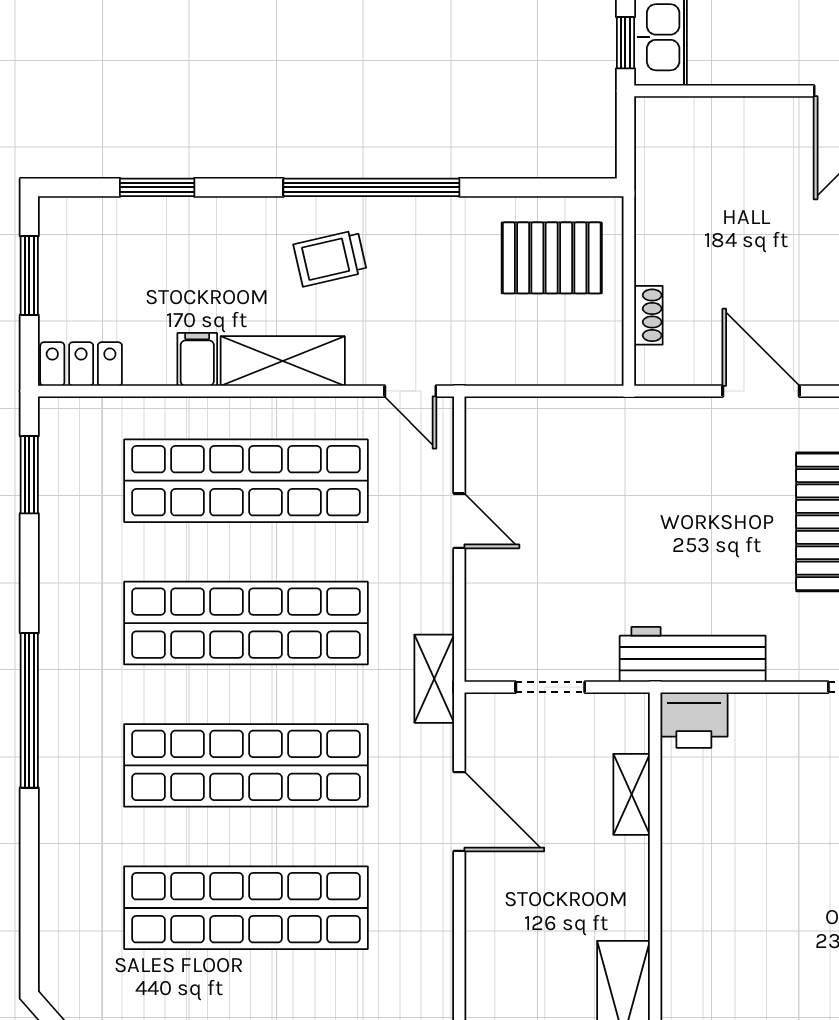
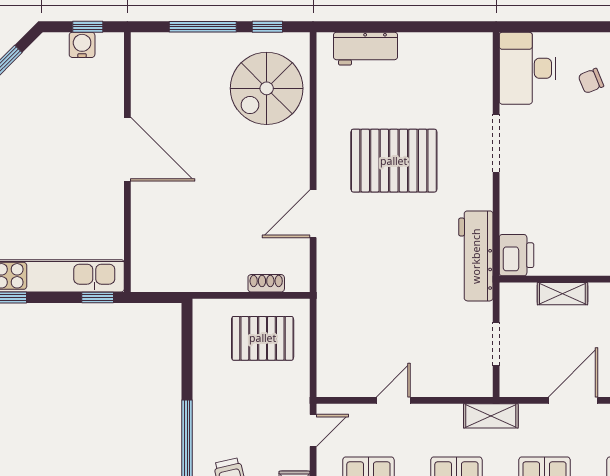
pallet: (552, 258) -> (263, 338), moved, turned 90

